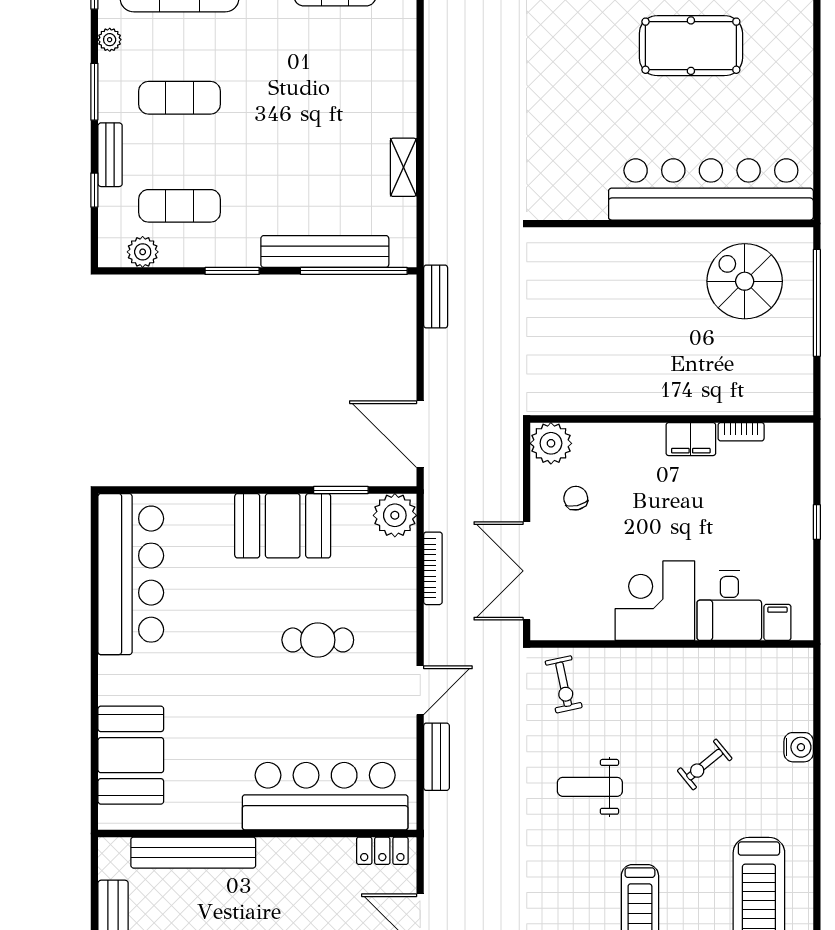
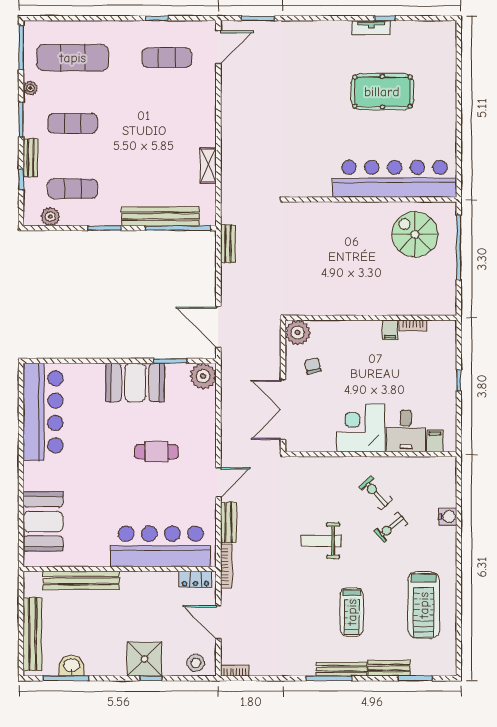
filing cabinet: (691, 439) -> (390, 330), width x0.50
bookcase: (433, 568) -> (226, 566), moved
exercise bike: (564, 684) -> (376, 493), moved, turned 149

